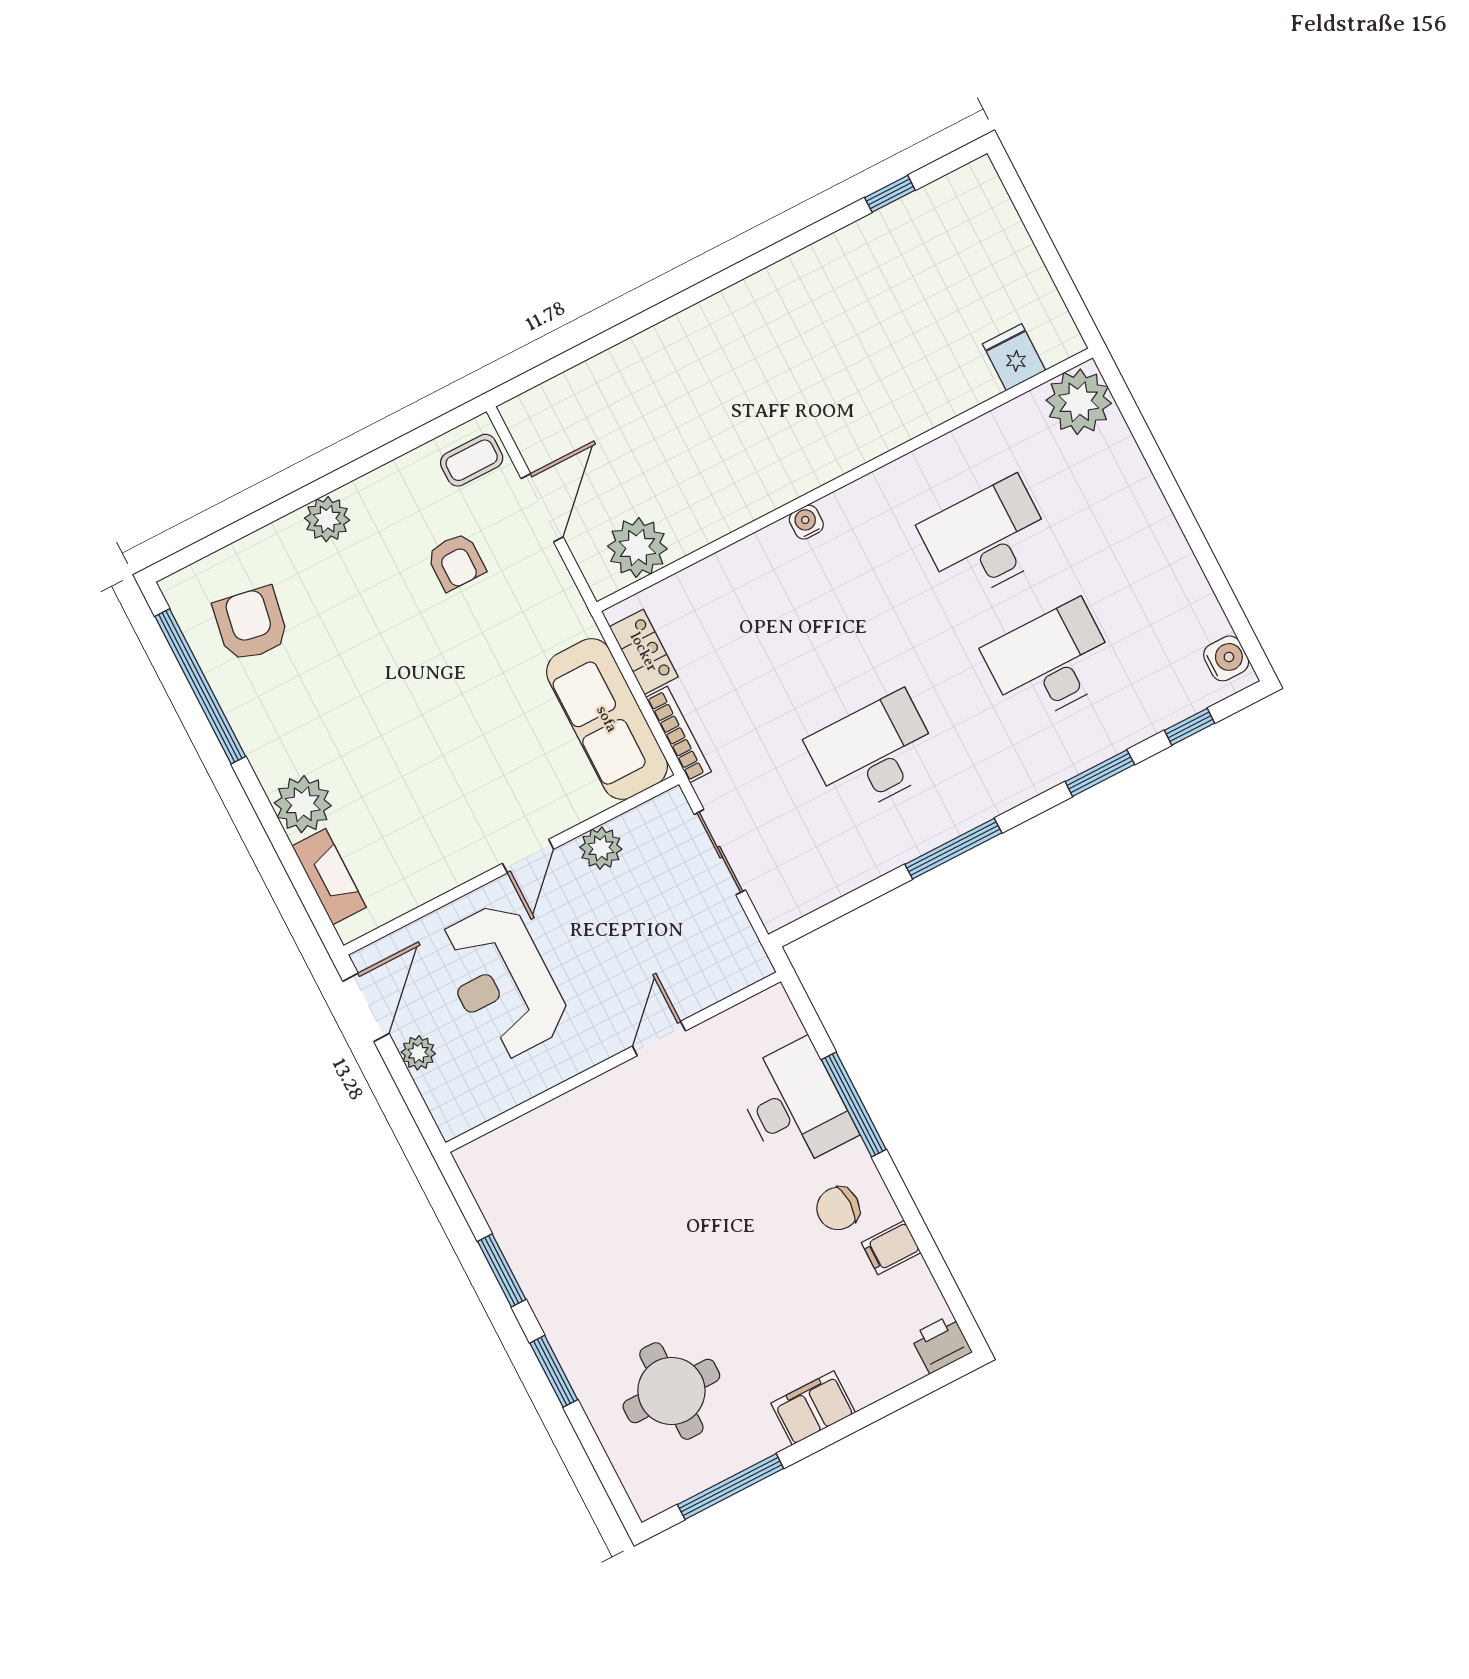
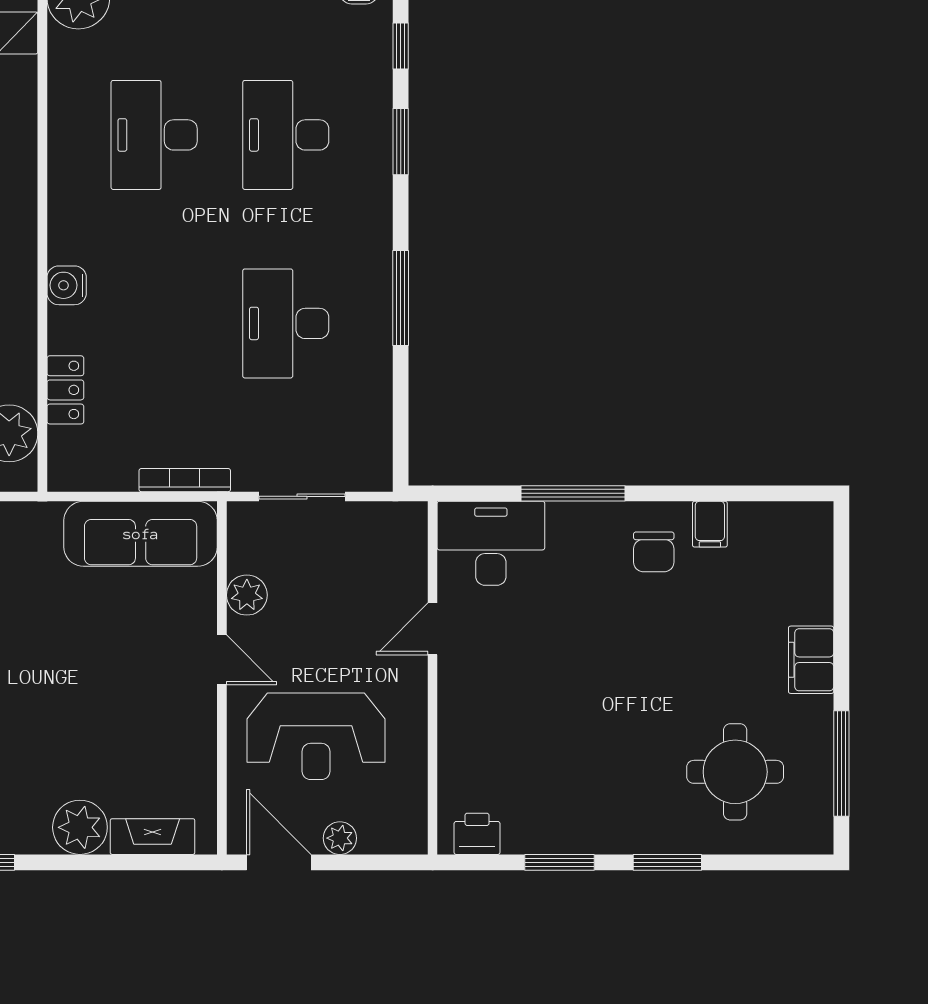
water cooler: (806, 522) -> (67, 285), width x1.38, depth x1.38
locker: (644, 652) -> (65, 390), moved, turned 90
door: (659, 1039) -> (433, 629), hinge flipped
desk: (795, 1105) -> (491, 543), moved
printer: (941, 1344) -> (477, 834), moved, turned 90

